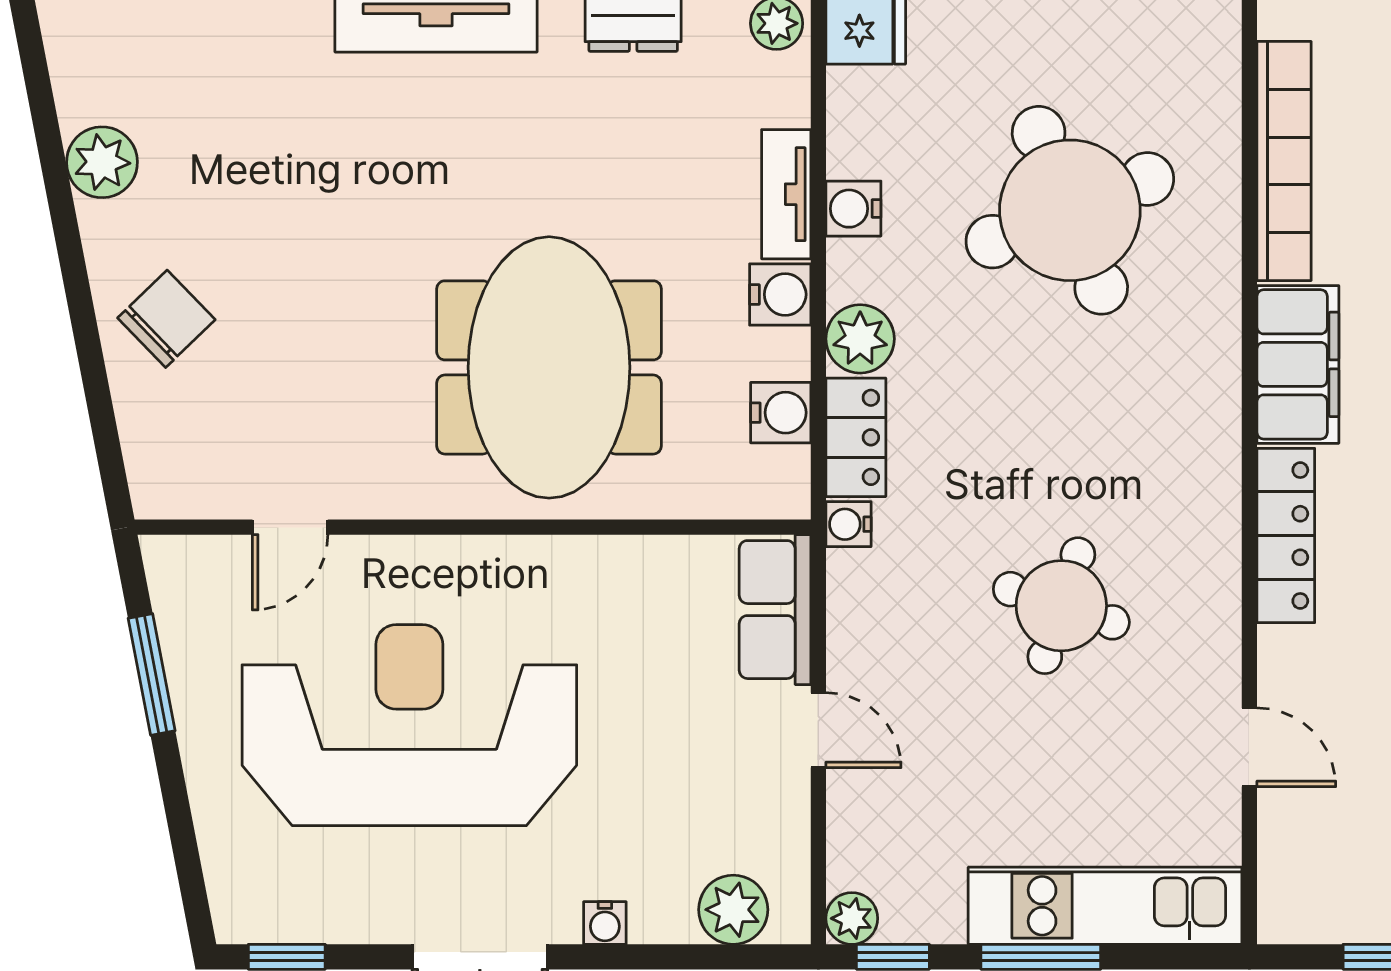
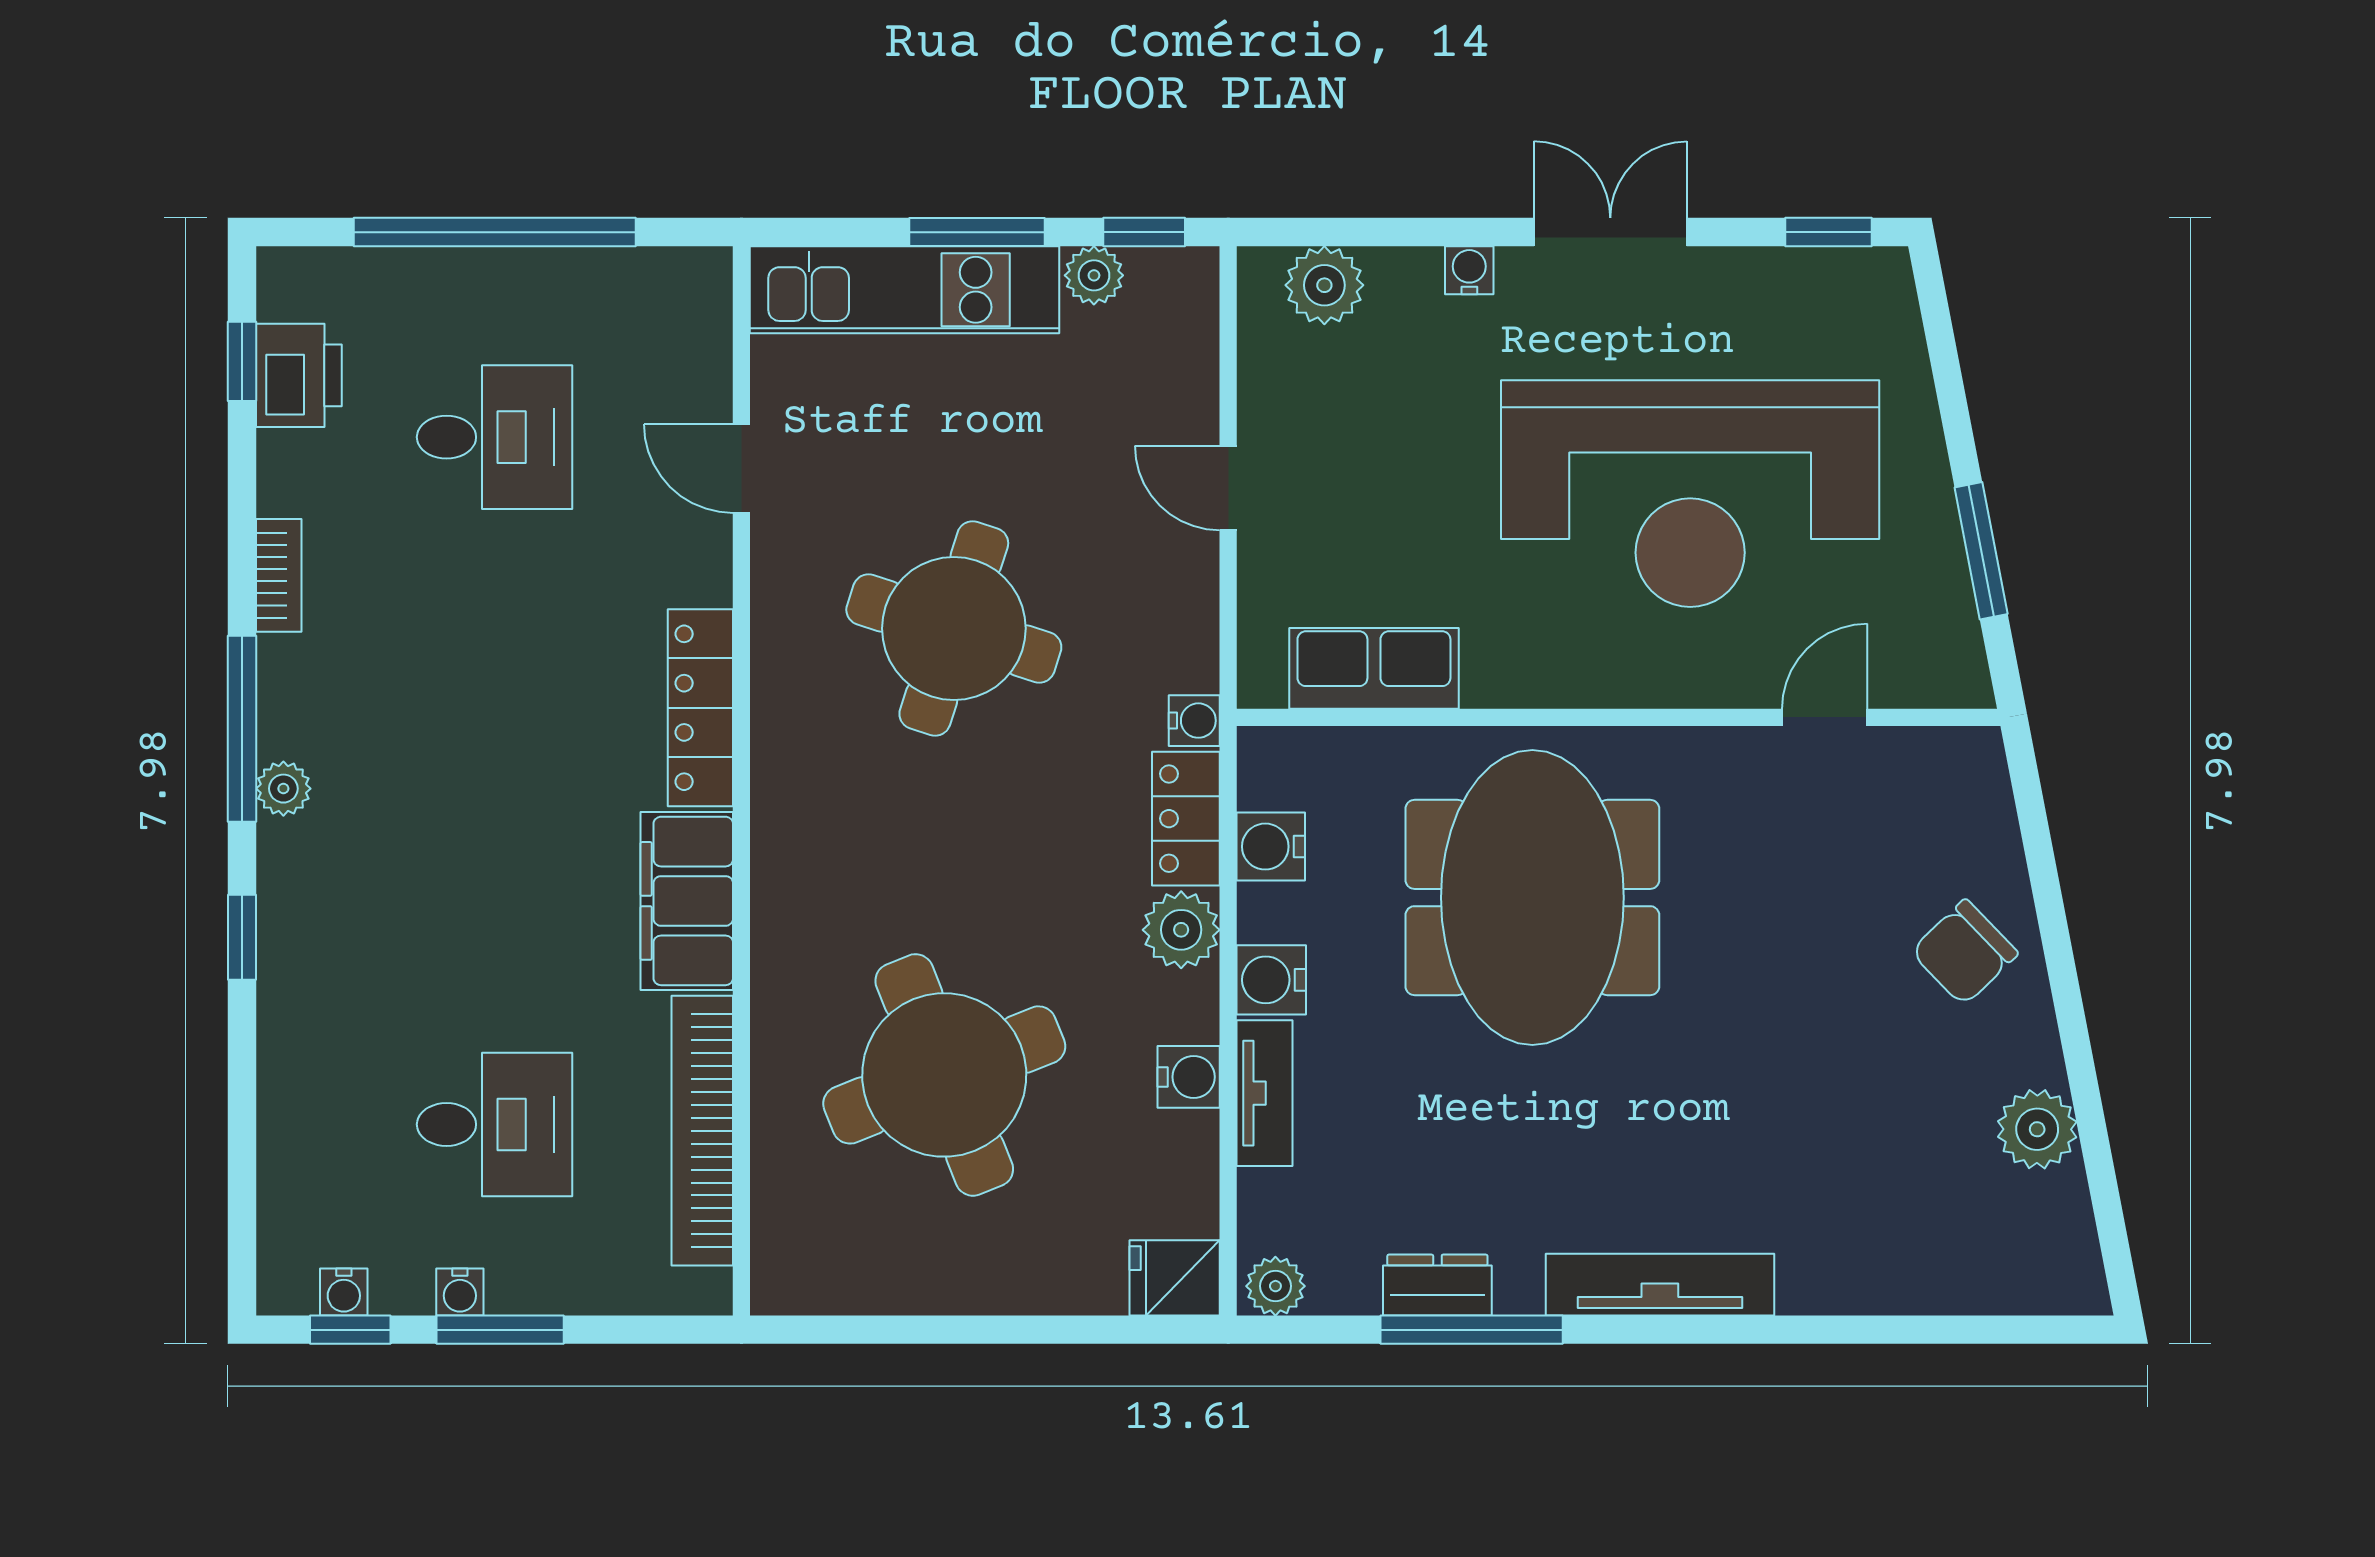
round table: (1061, 606) -> (954, 628), width x1.36, depth x1.36
row of seats: (775, 610) -> (1374, 668), moved, turned -90
plant: (852, 918) -> (1094, 275), moved

